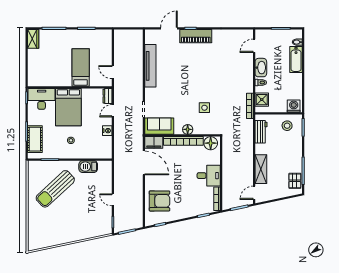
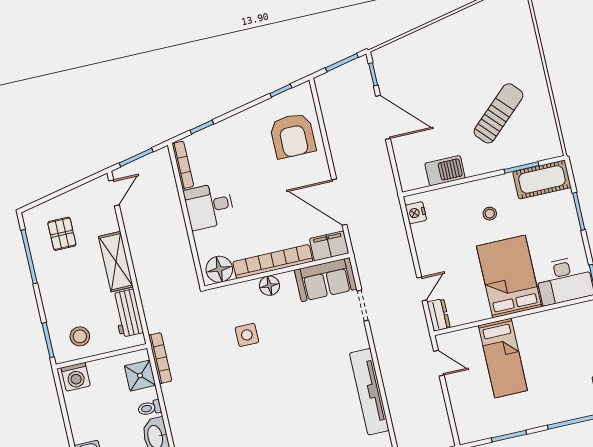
nightstand: (107, 131) -> (416, 213), moved
cot: (35, 139) -> (542, 180), moved, turned 90
shelving: (261, 169) -> (116, 262), moved
pallet: (295, 181) -> (62, 234), moved
sun lounger: (55, 189) -> (498, 113), width x0.73, depth x0.75
door: (113, 200) -> (383, 117), width x1.87
armchair: (159, 201) -> (293, 136), turned -90

